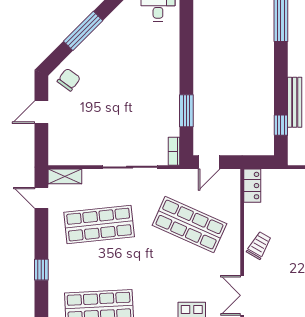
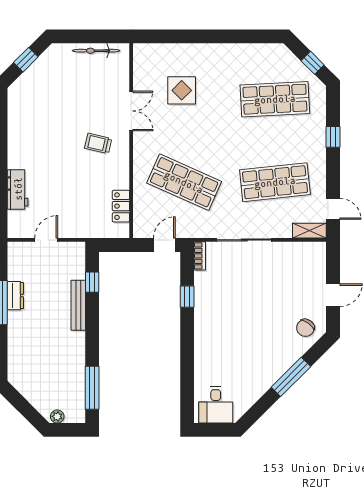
window: (186, 111) -> (187, 297), width x0.67
locker: (252, 186) -> (121, 206), moved
trolley: (259, 245) -> (98, 143), moved, turned 73

